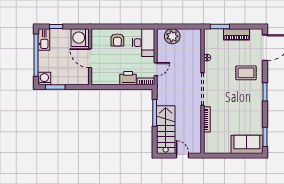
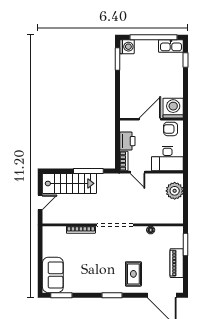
washing machine: (80, 38) -> (173, 108), moved
wall: (90, 57) -> (152, 119), moved
door: (90, 58) -> (150, 119), moved

